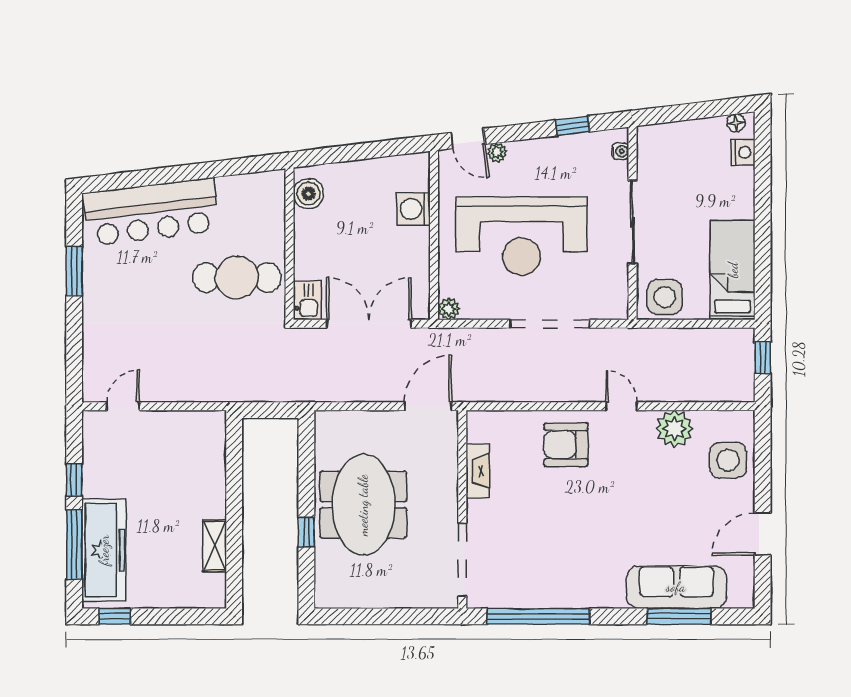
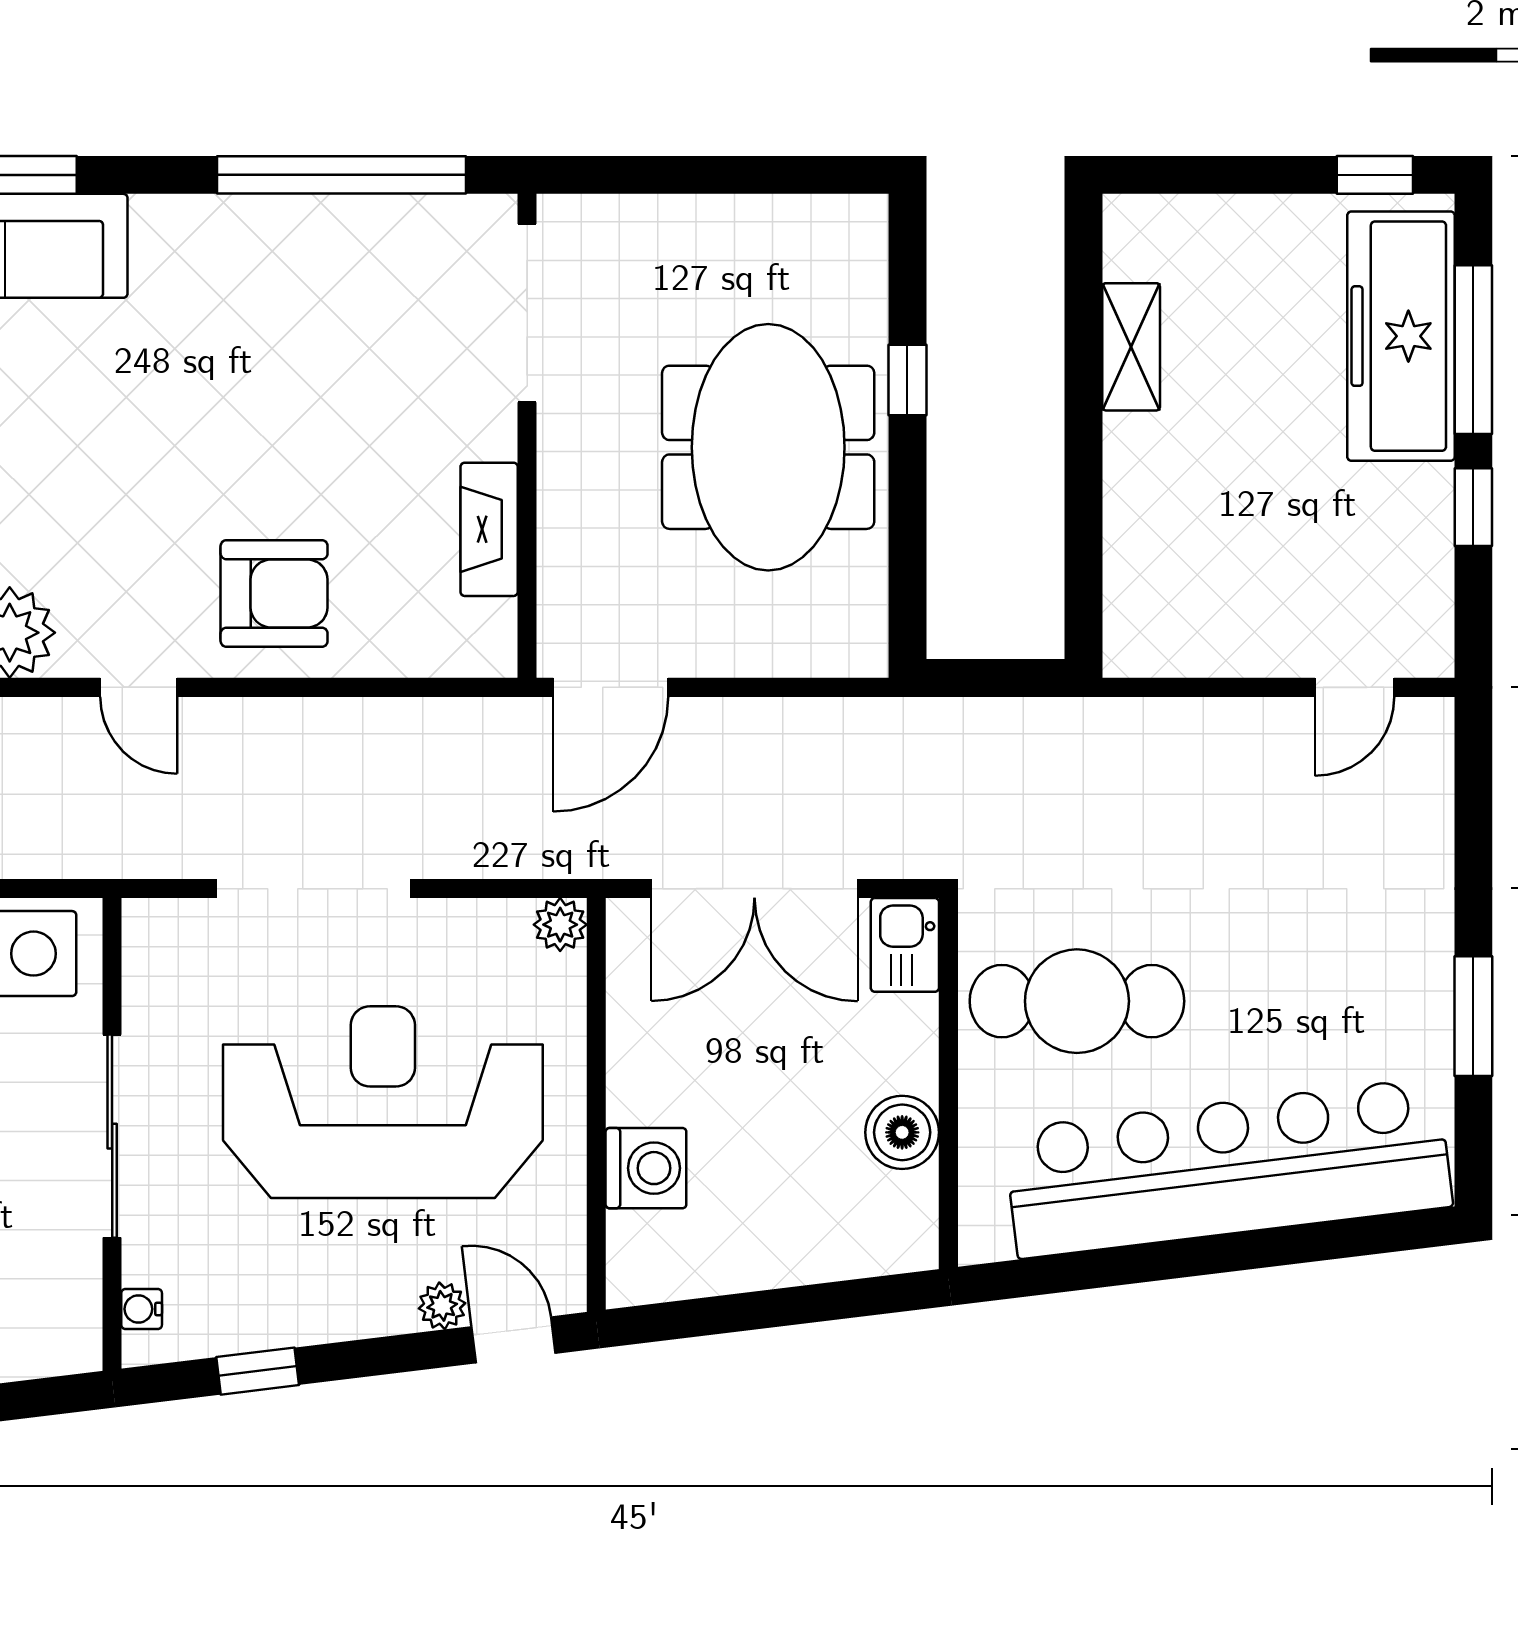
boiler: (308, 194) -> (902, 1132), moved
bar counter: (151, 212) -> (1228, 1168), width x1.36

